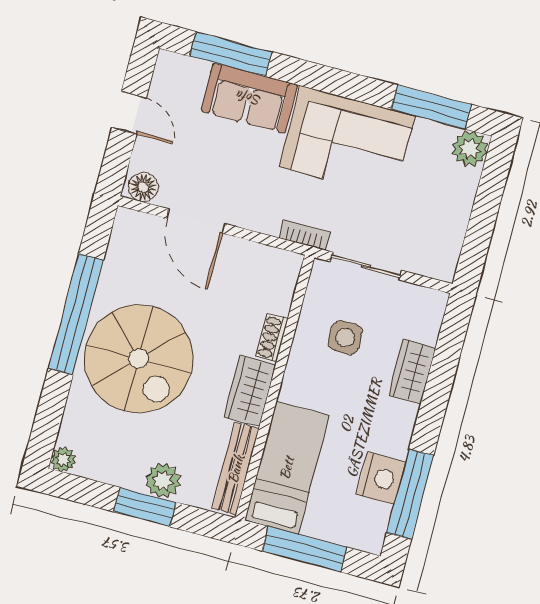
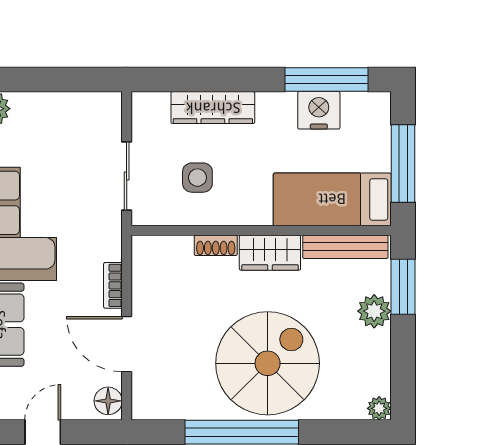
door: (196, 221) -> (127, 344), swing flipped
bookcase: (304, 235) -> (113, 285), moved
wardrobe: (412, 372) -> (213, 108), width x1.50
window: (145, 507) -> (403, 287), moved

